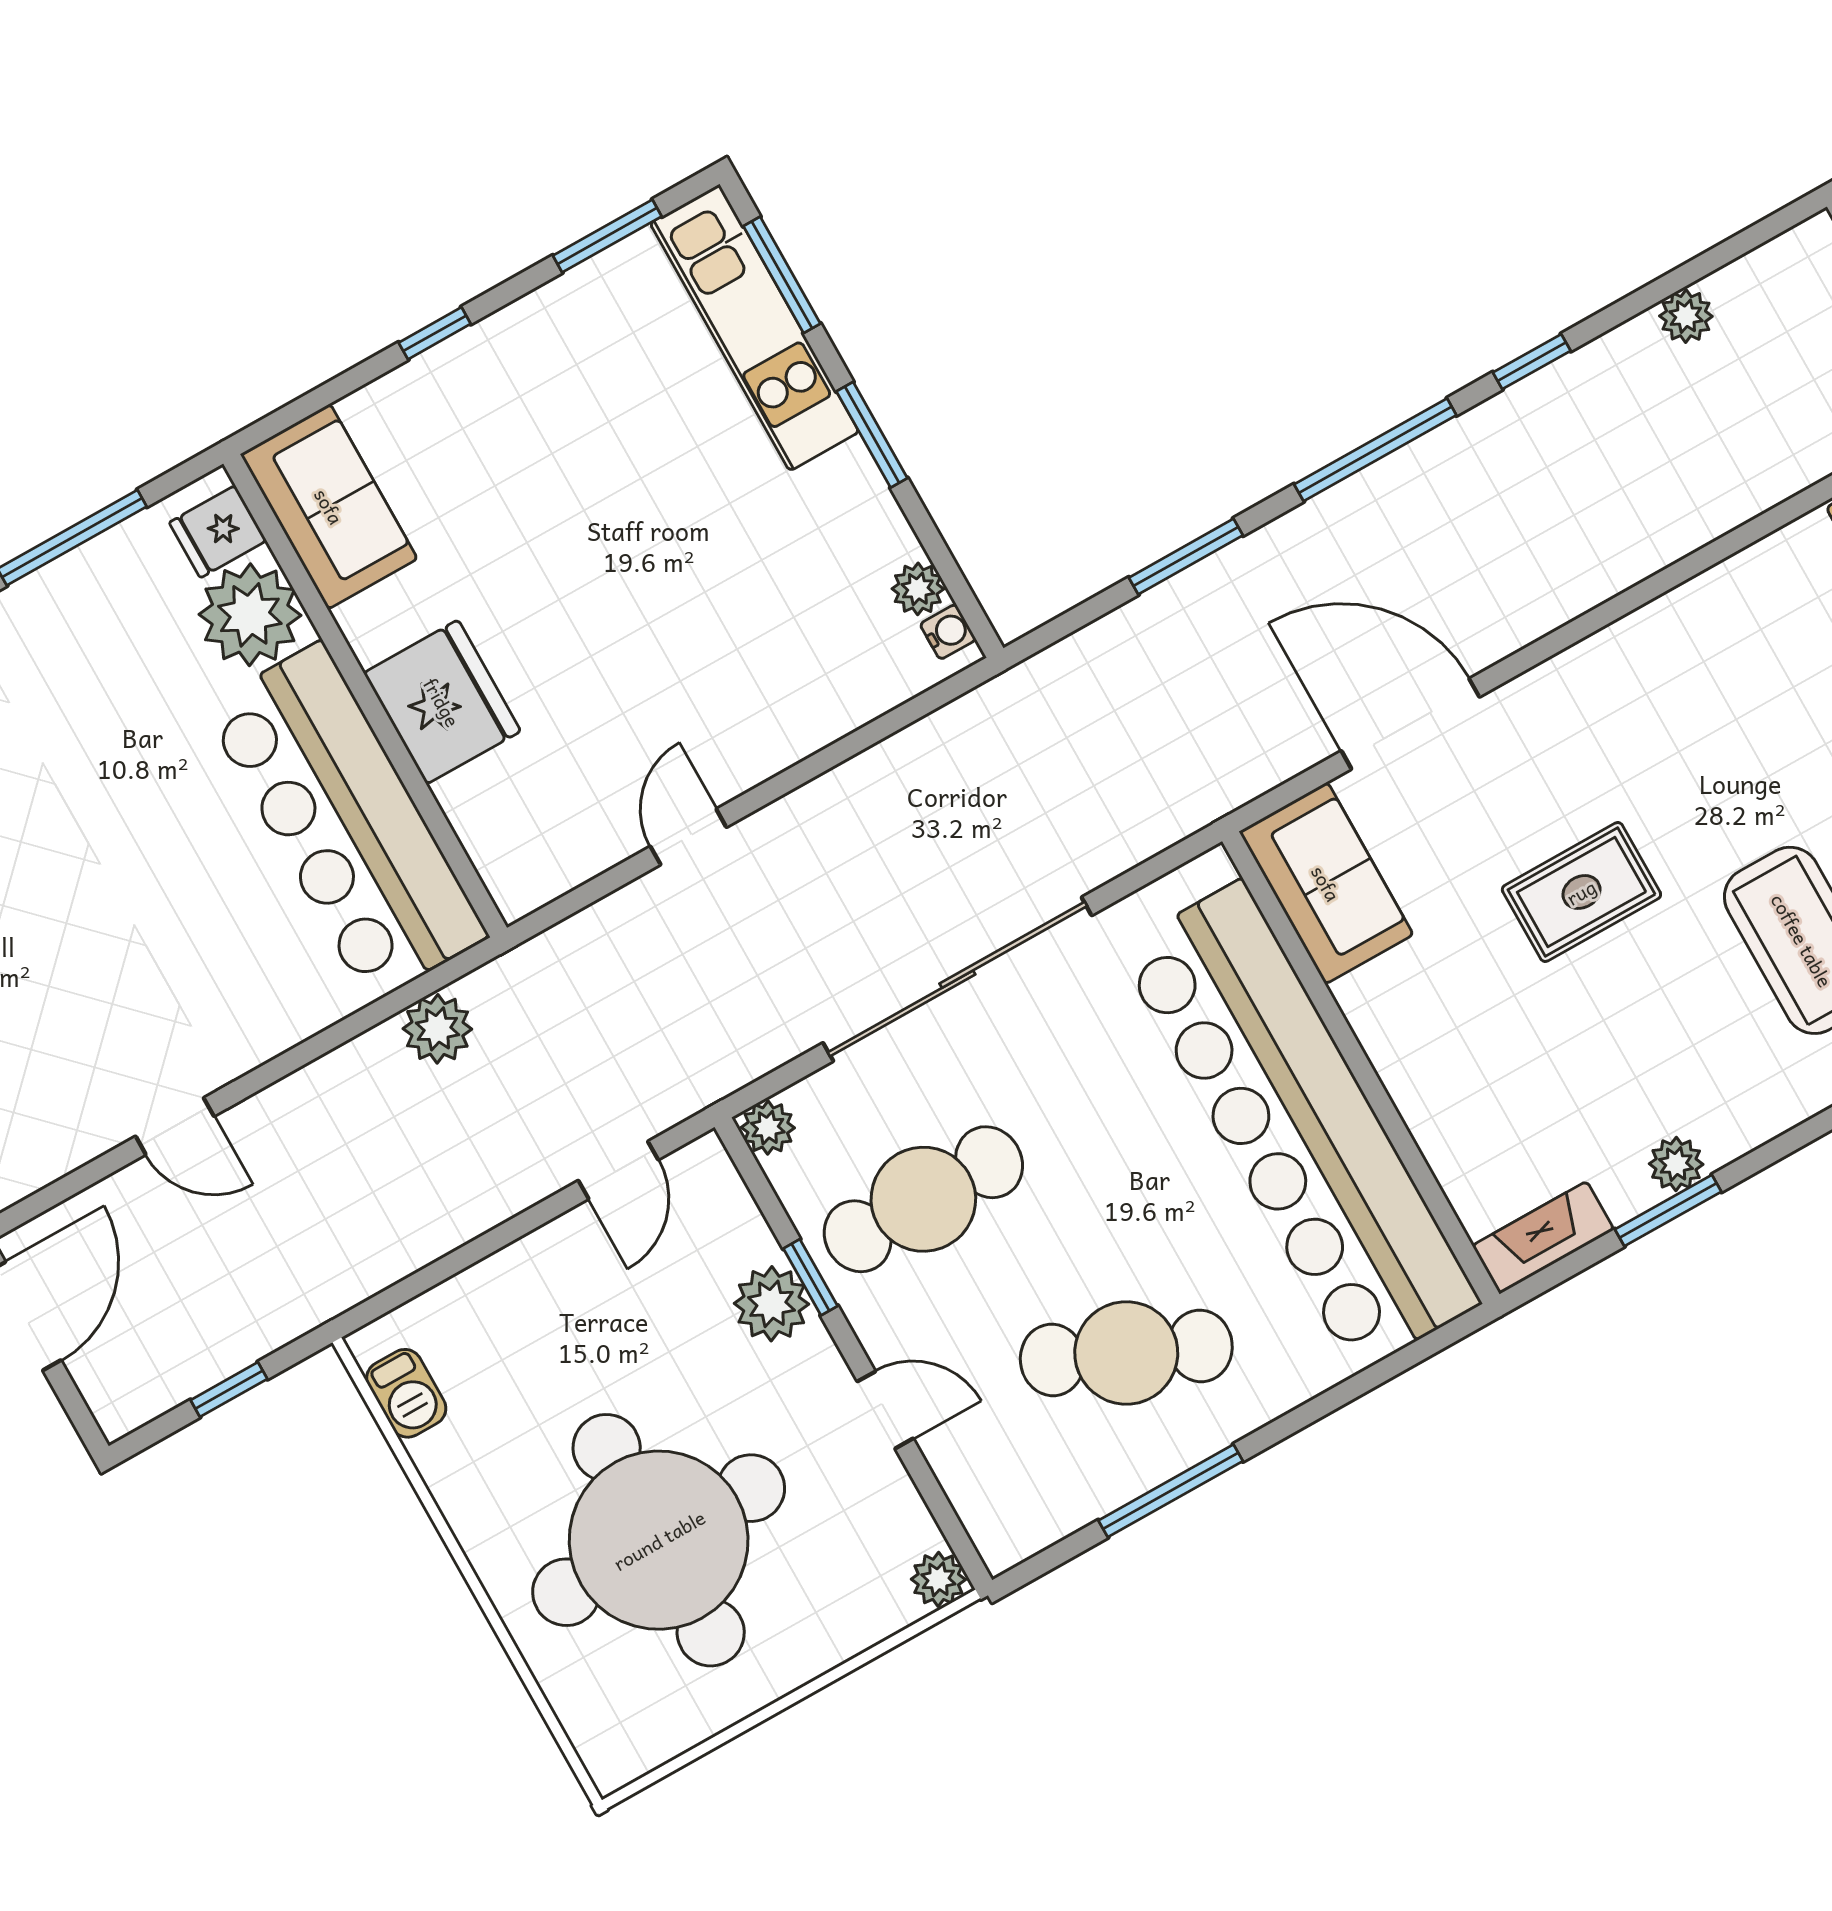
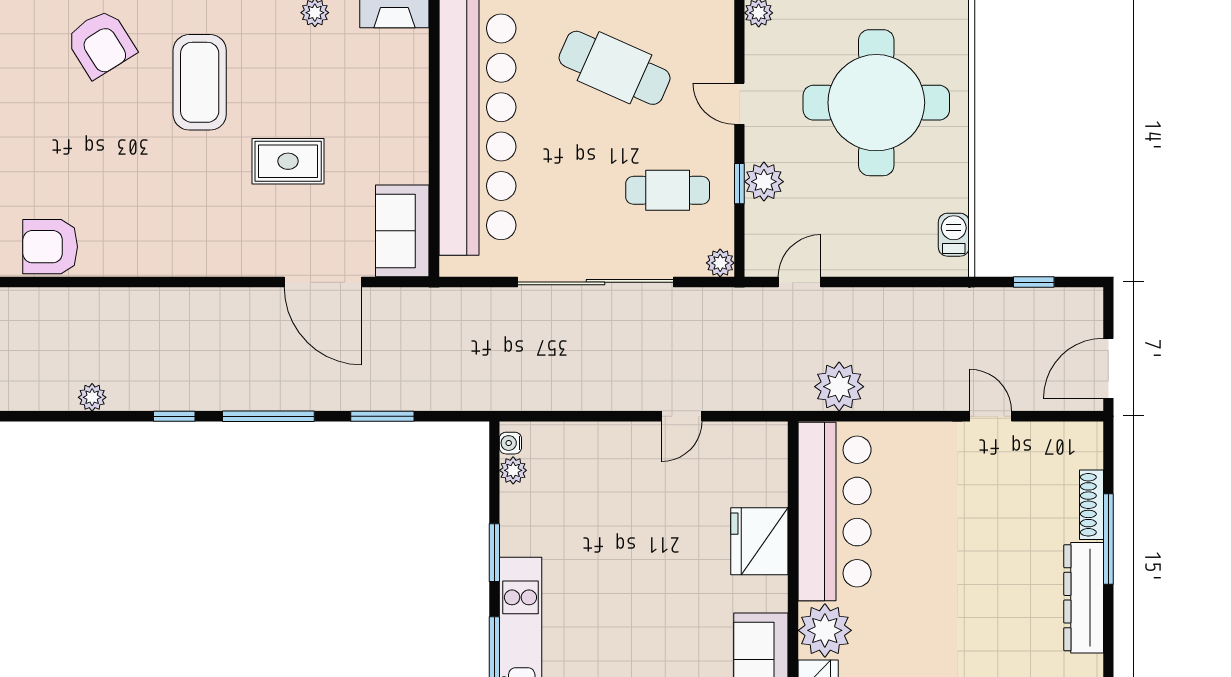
plant: (437, 1029) -> (839, 387), width x1.36, depth x1.36
cafe table: (923, 1199) -> (668, 190), width x0.73, depth x0.74

